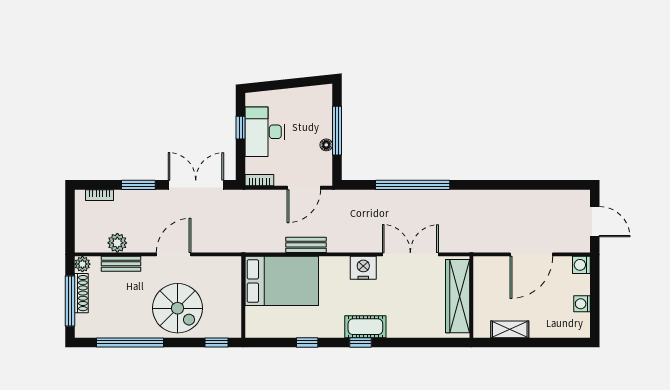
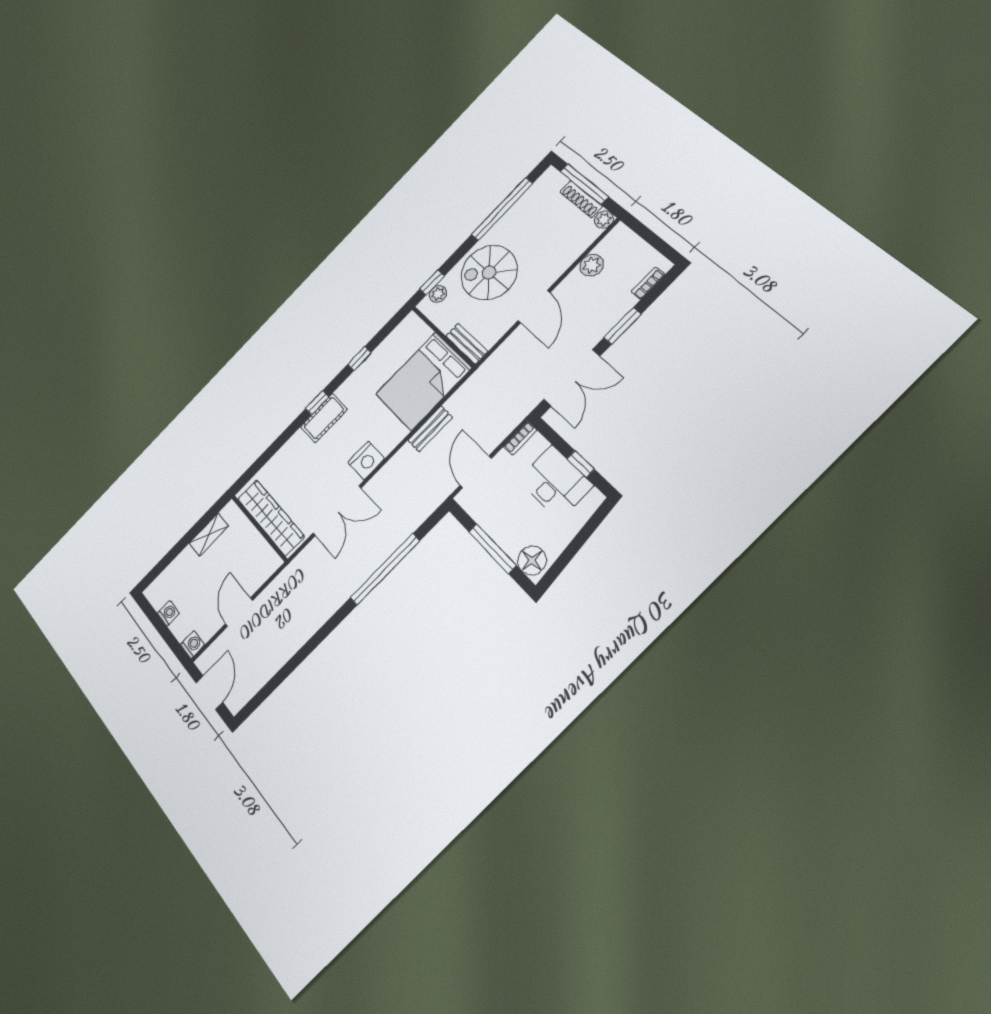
floor lamp: (326, 145) -> (532, 560), moved, width x1.89, depth x1.89
door: (595, 222) -> (209, 692), swing flipped
door: (531, 254) -> (239, 612), width x0.73
bench: (121, 264) -> (467, 344), moved, turned 90
plant: (220, 330) -> (438, 294), added

